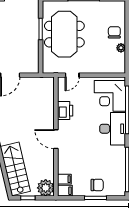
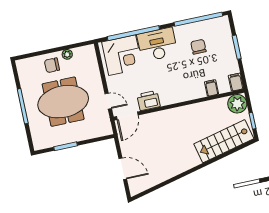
meeting table: (64, 34) -> (63, 102), moved
door: (56, 139) -> (127, 116), moved
filing cabinet: (64, 179) -> (212, 88), moved
chair: (97, 185) -> (198, 47), moved

